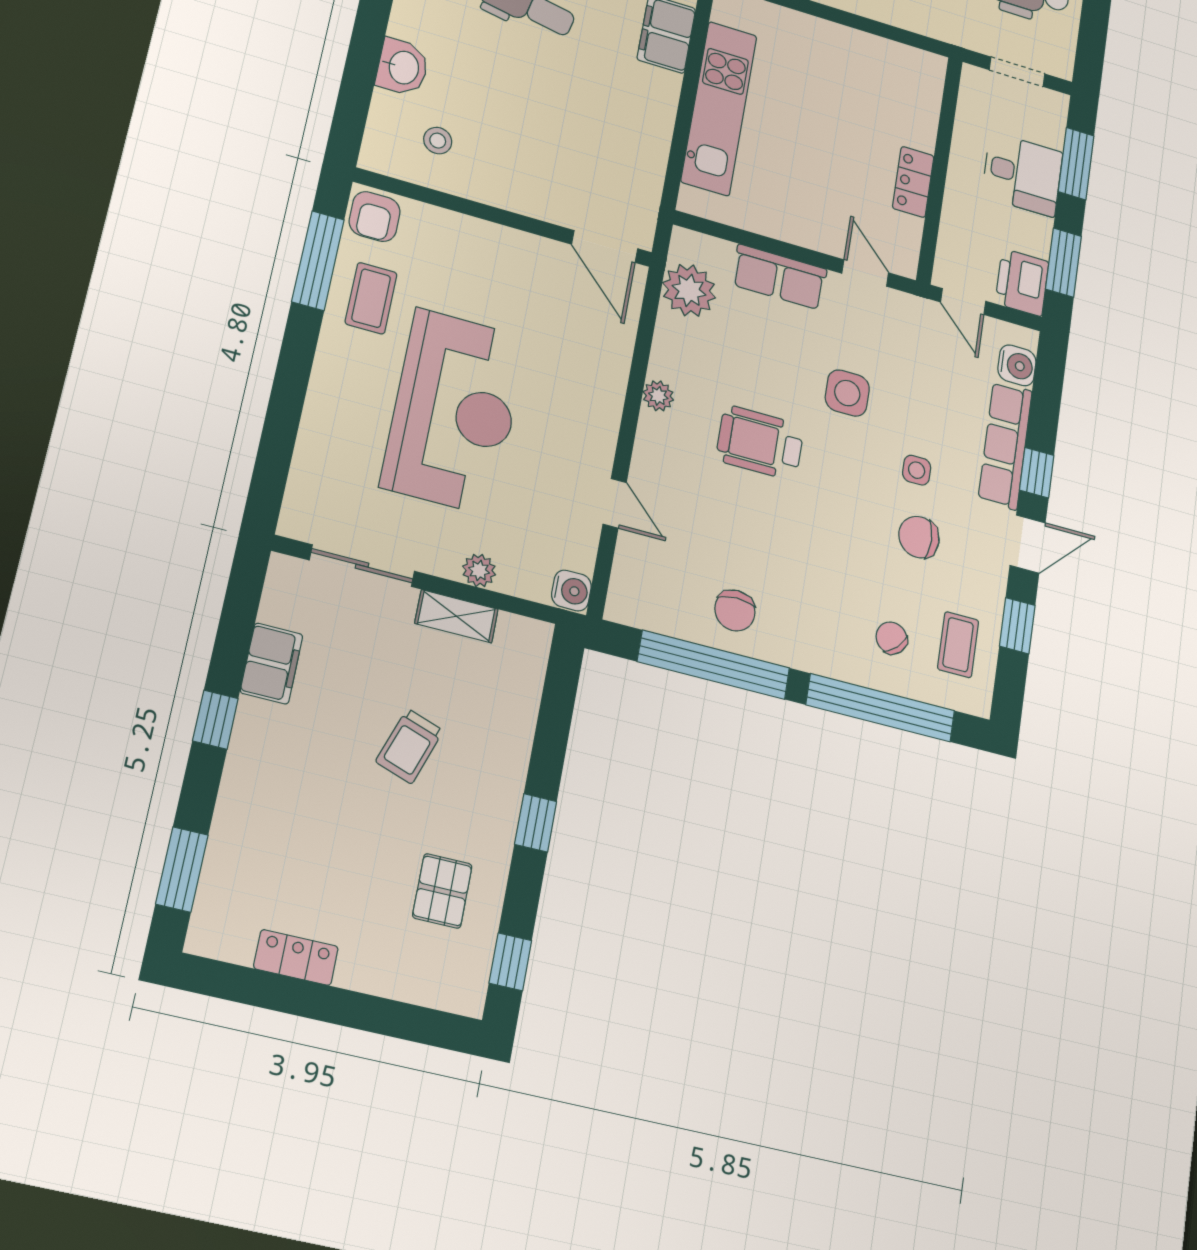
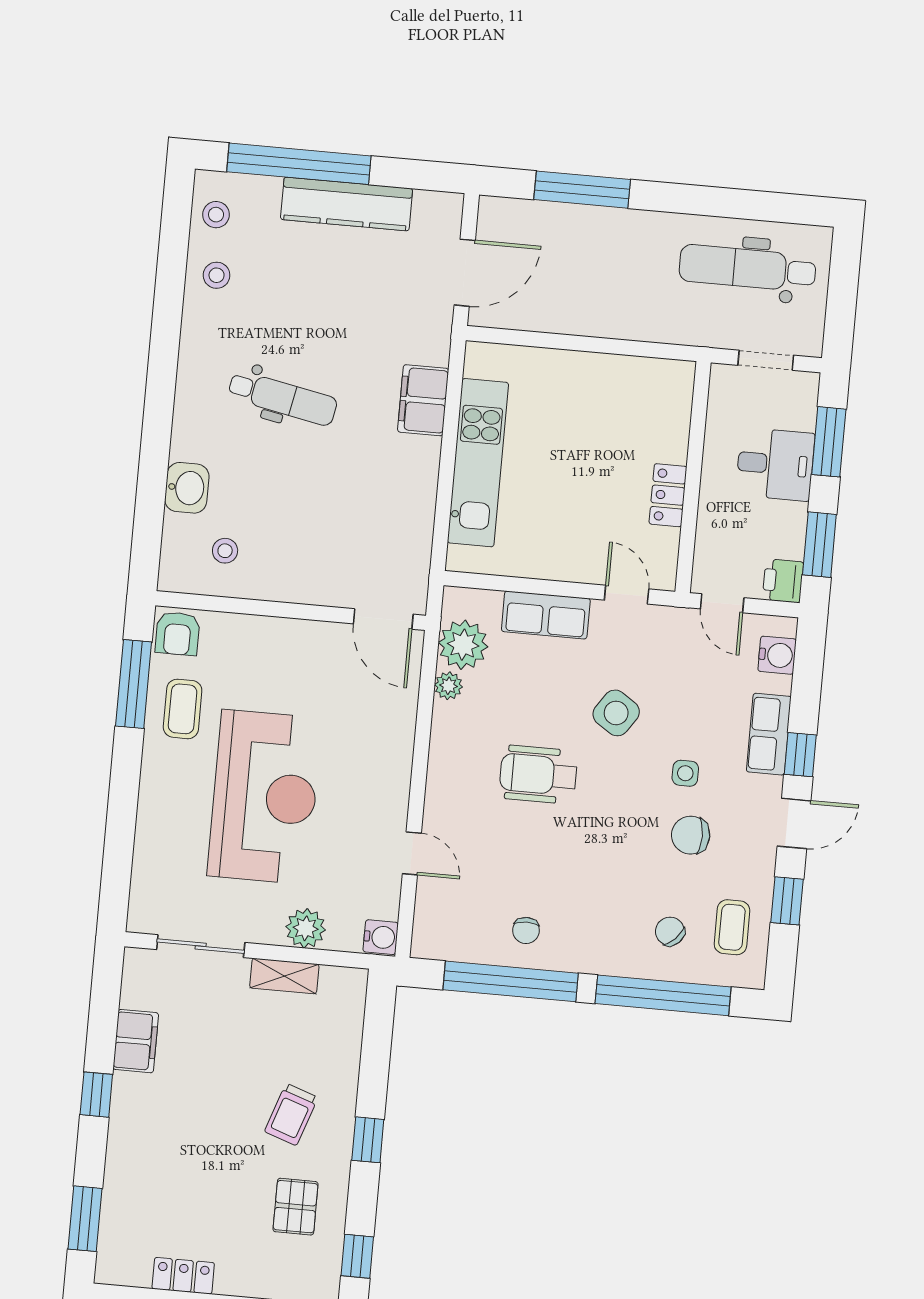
printer: (1022, 282) -> (783, 581), width x0.73, depth x0.81
side table: (847, 393) -> (616, 713), turned 34
plant: (658, 396) -> (449, 686), moved
row of seats: (1005, 445) -> (769, 734), width x0.68
plant: (479, 570) -> (306, 928), width x1.38, depth x1.38
chair: (735, 610) -> (526, 930), width x0.73, depth x0.73
trolley: (409, 746) -> (291, 1114), moved

